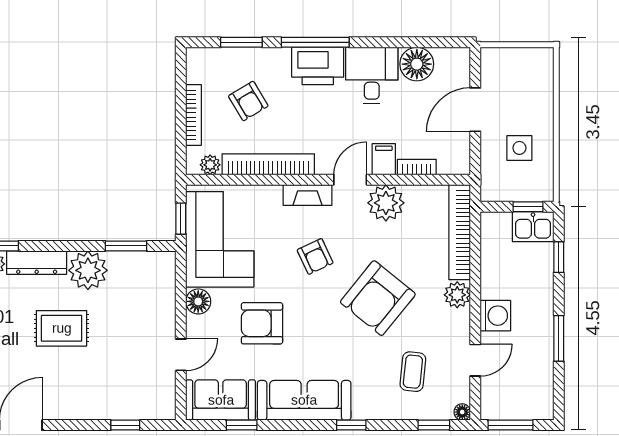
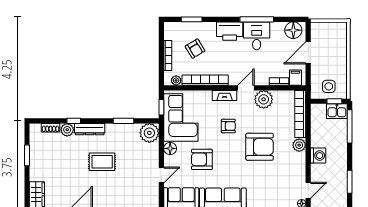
window: (315, 42) -> (257, 19), moved
floor lamp: (417, 64) -> (293, 30), moved
side table: (519, 148) -> (329, 86), moved
filing cabinet: (384, 159) -> (295, 78), moved
window: (126, 246) -> (123, 121), moved
armchair: (315, 256) -> (228, 126), turned -65
window: (559, 257) -> (350, 126), width x2.17
plant: (88, 270) -> (149, 133), moved
armchair: (378, 298) -> (260, 147), turned -129
window: (559, 338) -> (350, 182), moved
door: (475, 360) -> (308, 190), moved
coffee table: (413, 372) -> (277, 183), removed

